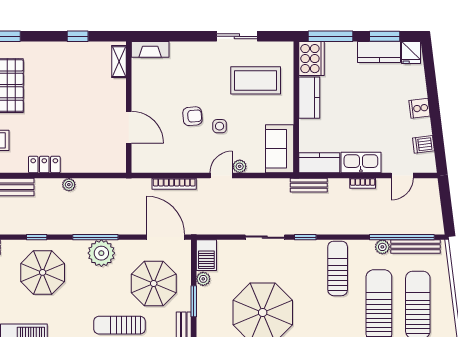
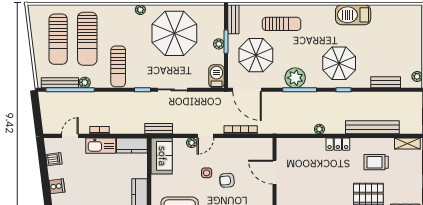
bench: (309, 185) -> (159, 129), moved
plant: (203, 279) -> (219, 44), moved

